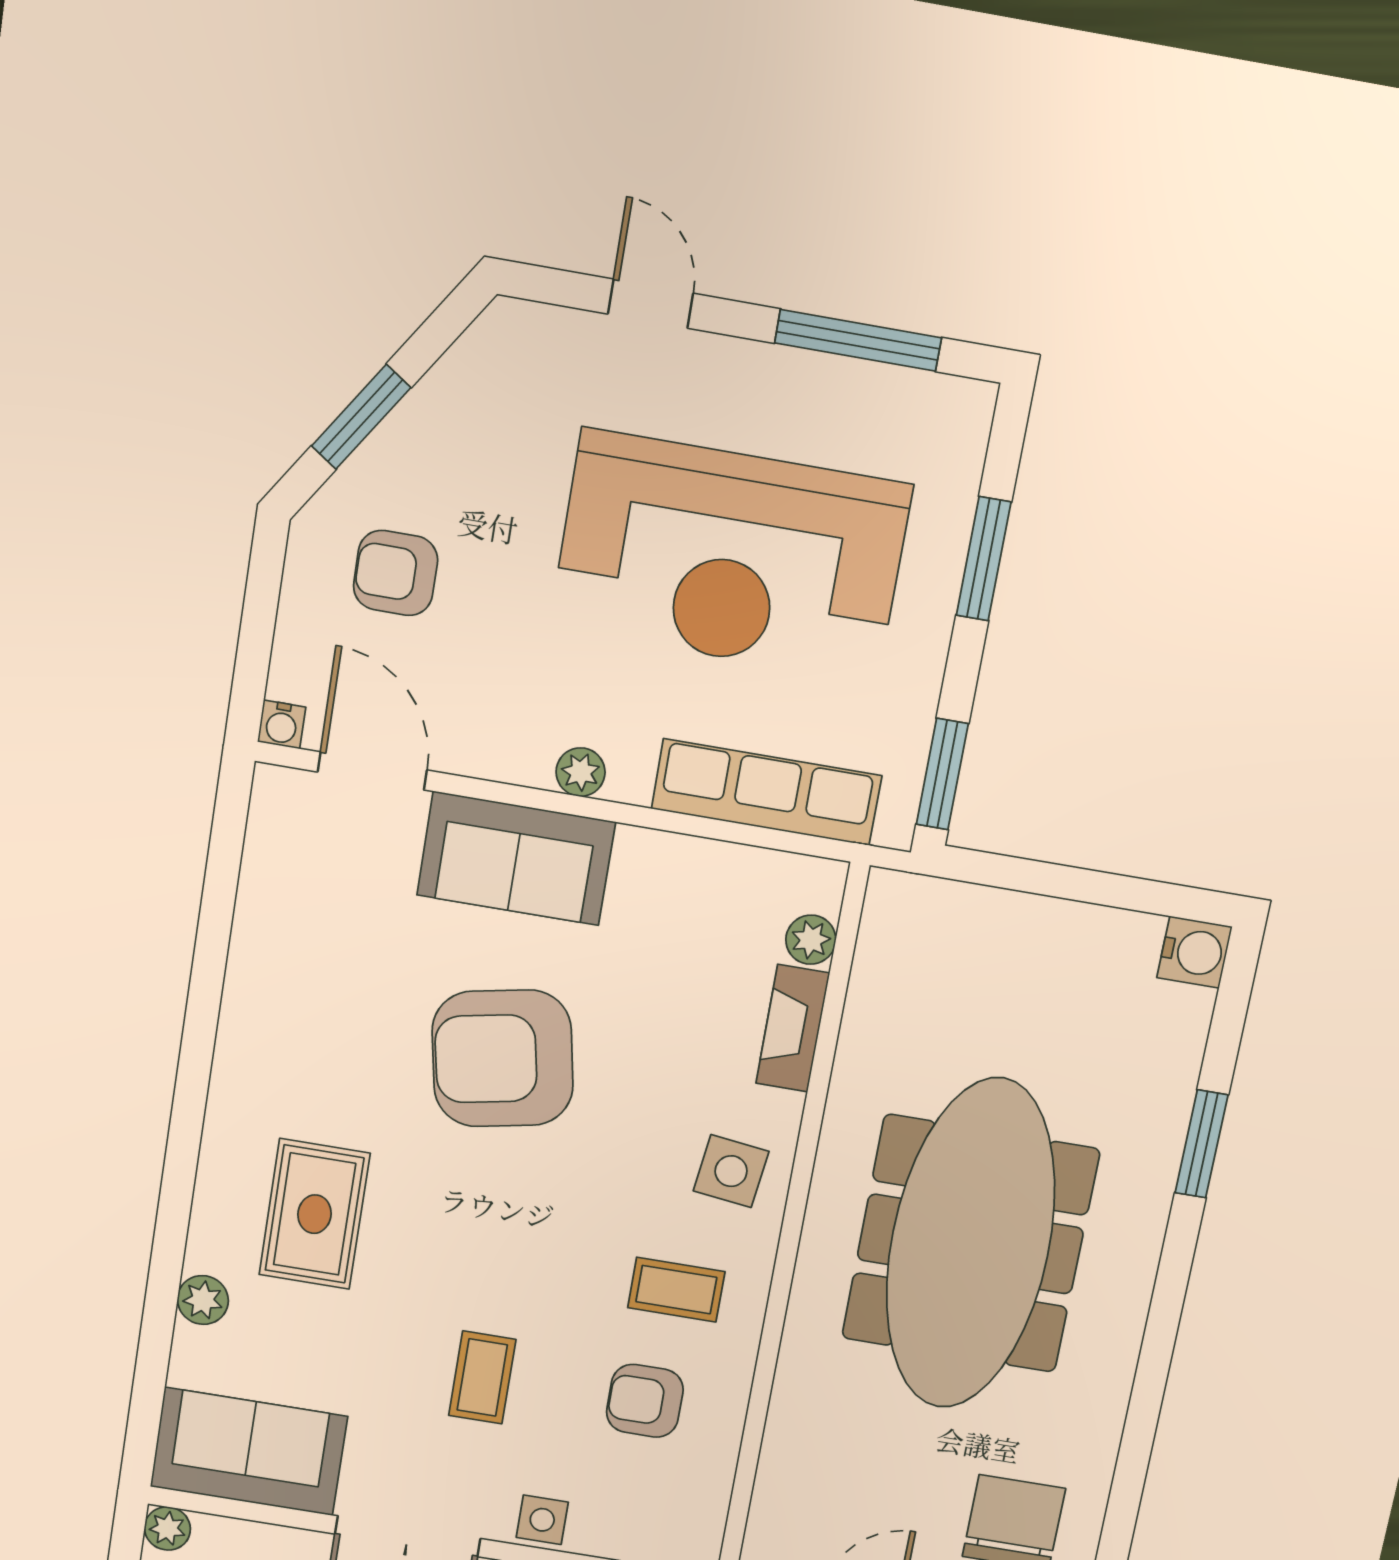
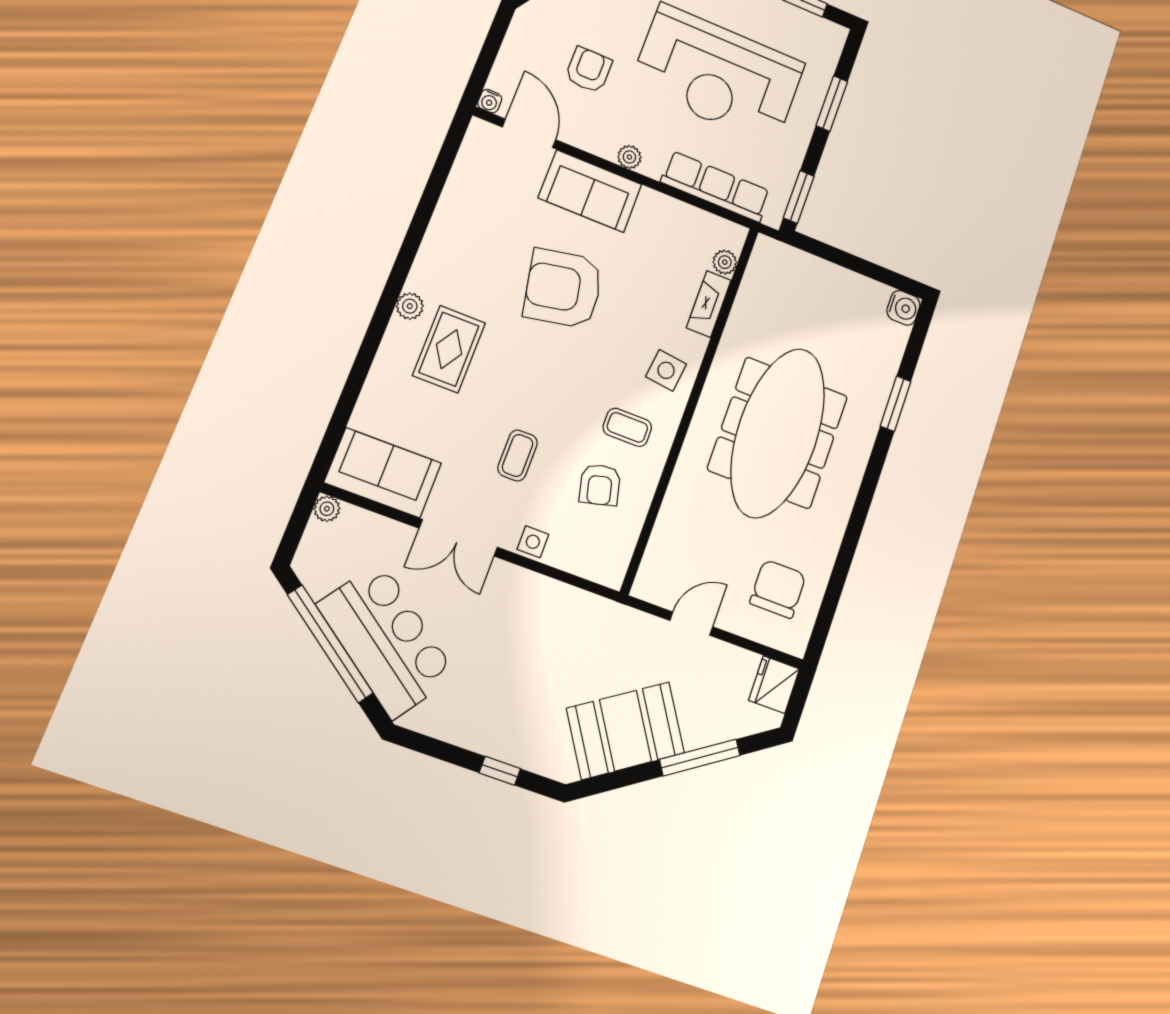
armchair: (396, 573) -> (589, 70), moved, turned 90
plant: (203, 1300) -> (410, 306), moved
armchair: (645, 1401) -> (600, 485), turned -104

